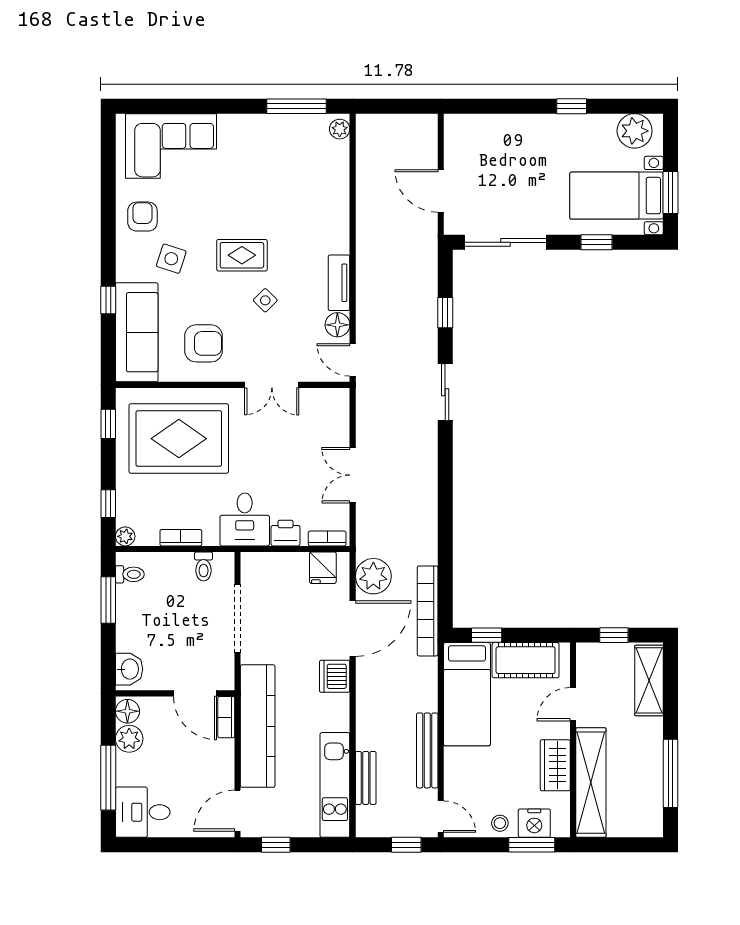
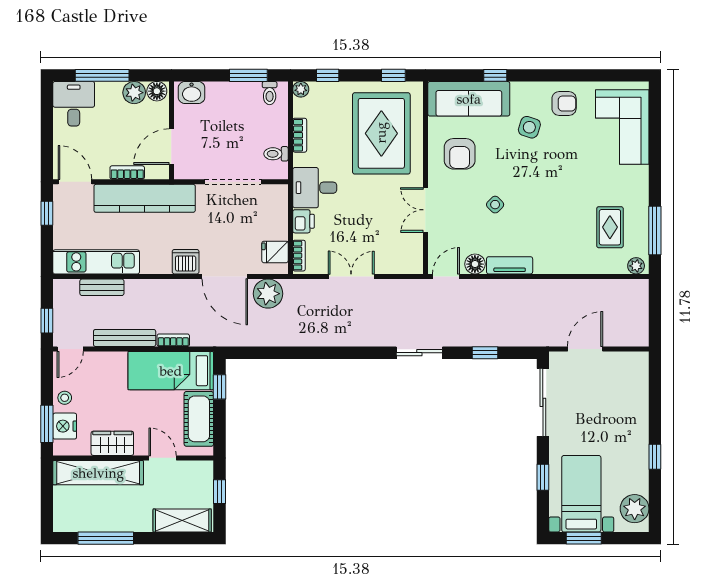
rug: (242, 255) -> (610, 227), moved
bookcase: (428, 611) -> (173, 340), moved, width x0.43, depth x0.76
bookcase: (226, 717) -> (127, 172), moved

